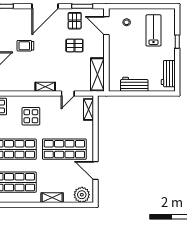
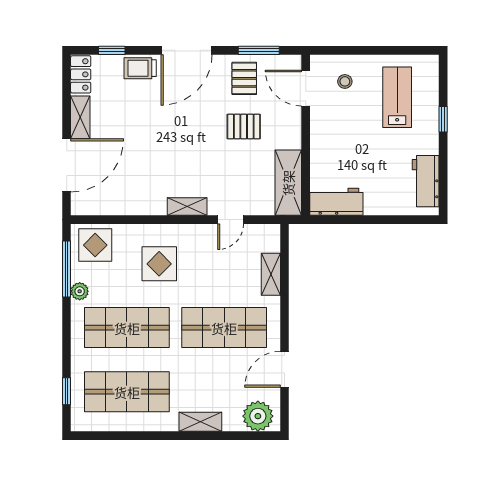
trolley: (25, 46) -> (140, 68), moved
workbench: (134, 84) -> (336, 202), moved
shelving: (88, 109) -> (271, 274), moved
door: (95, 171) -> (284, 369), hinge flipped

